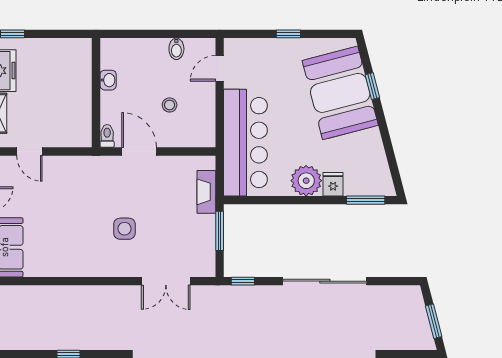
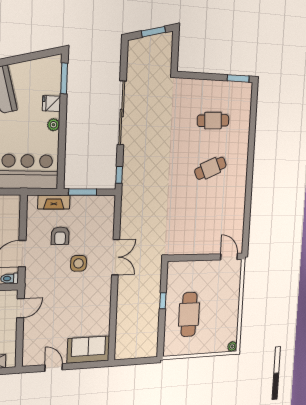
door: (29, 151) -> (20, 308), moved
plant: (306, 181) -> (53, 125), width x0.53, depth x0.53
armchair: (162, 202) -> (60, 236), added
double door: (166, 281) -> (116, 257), moved

